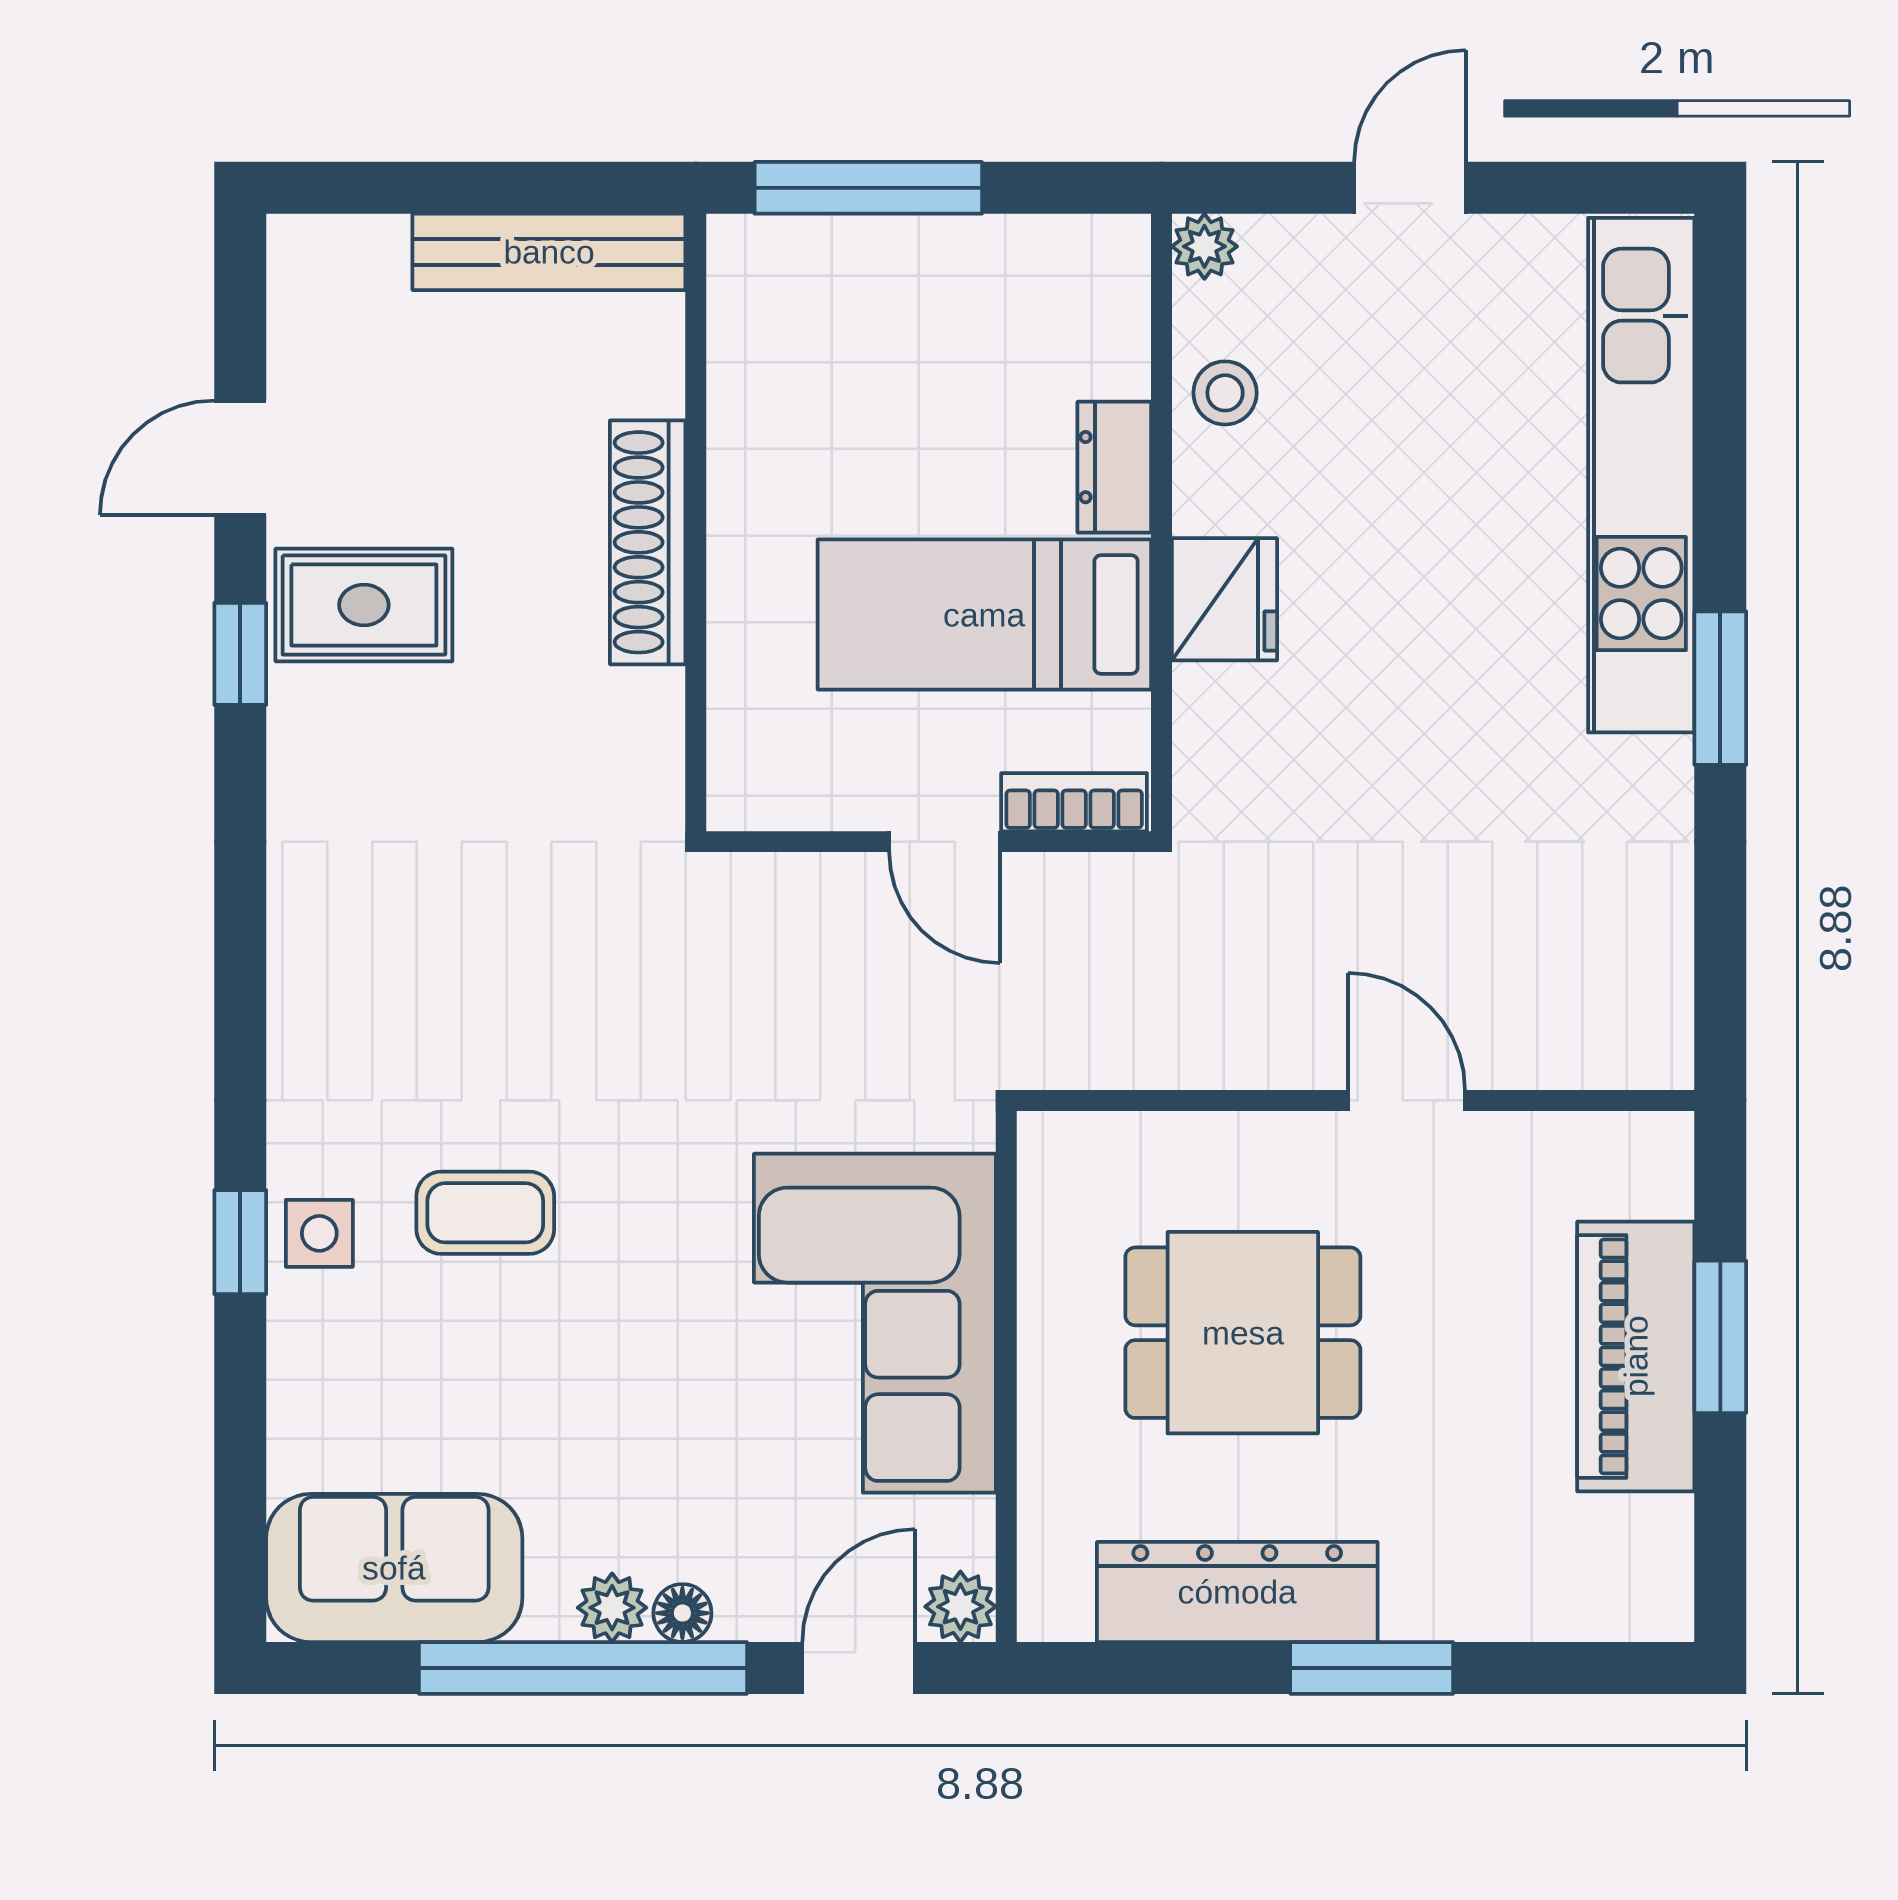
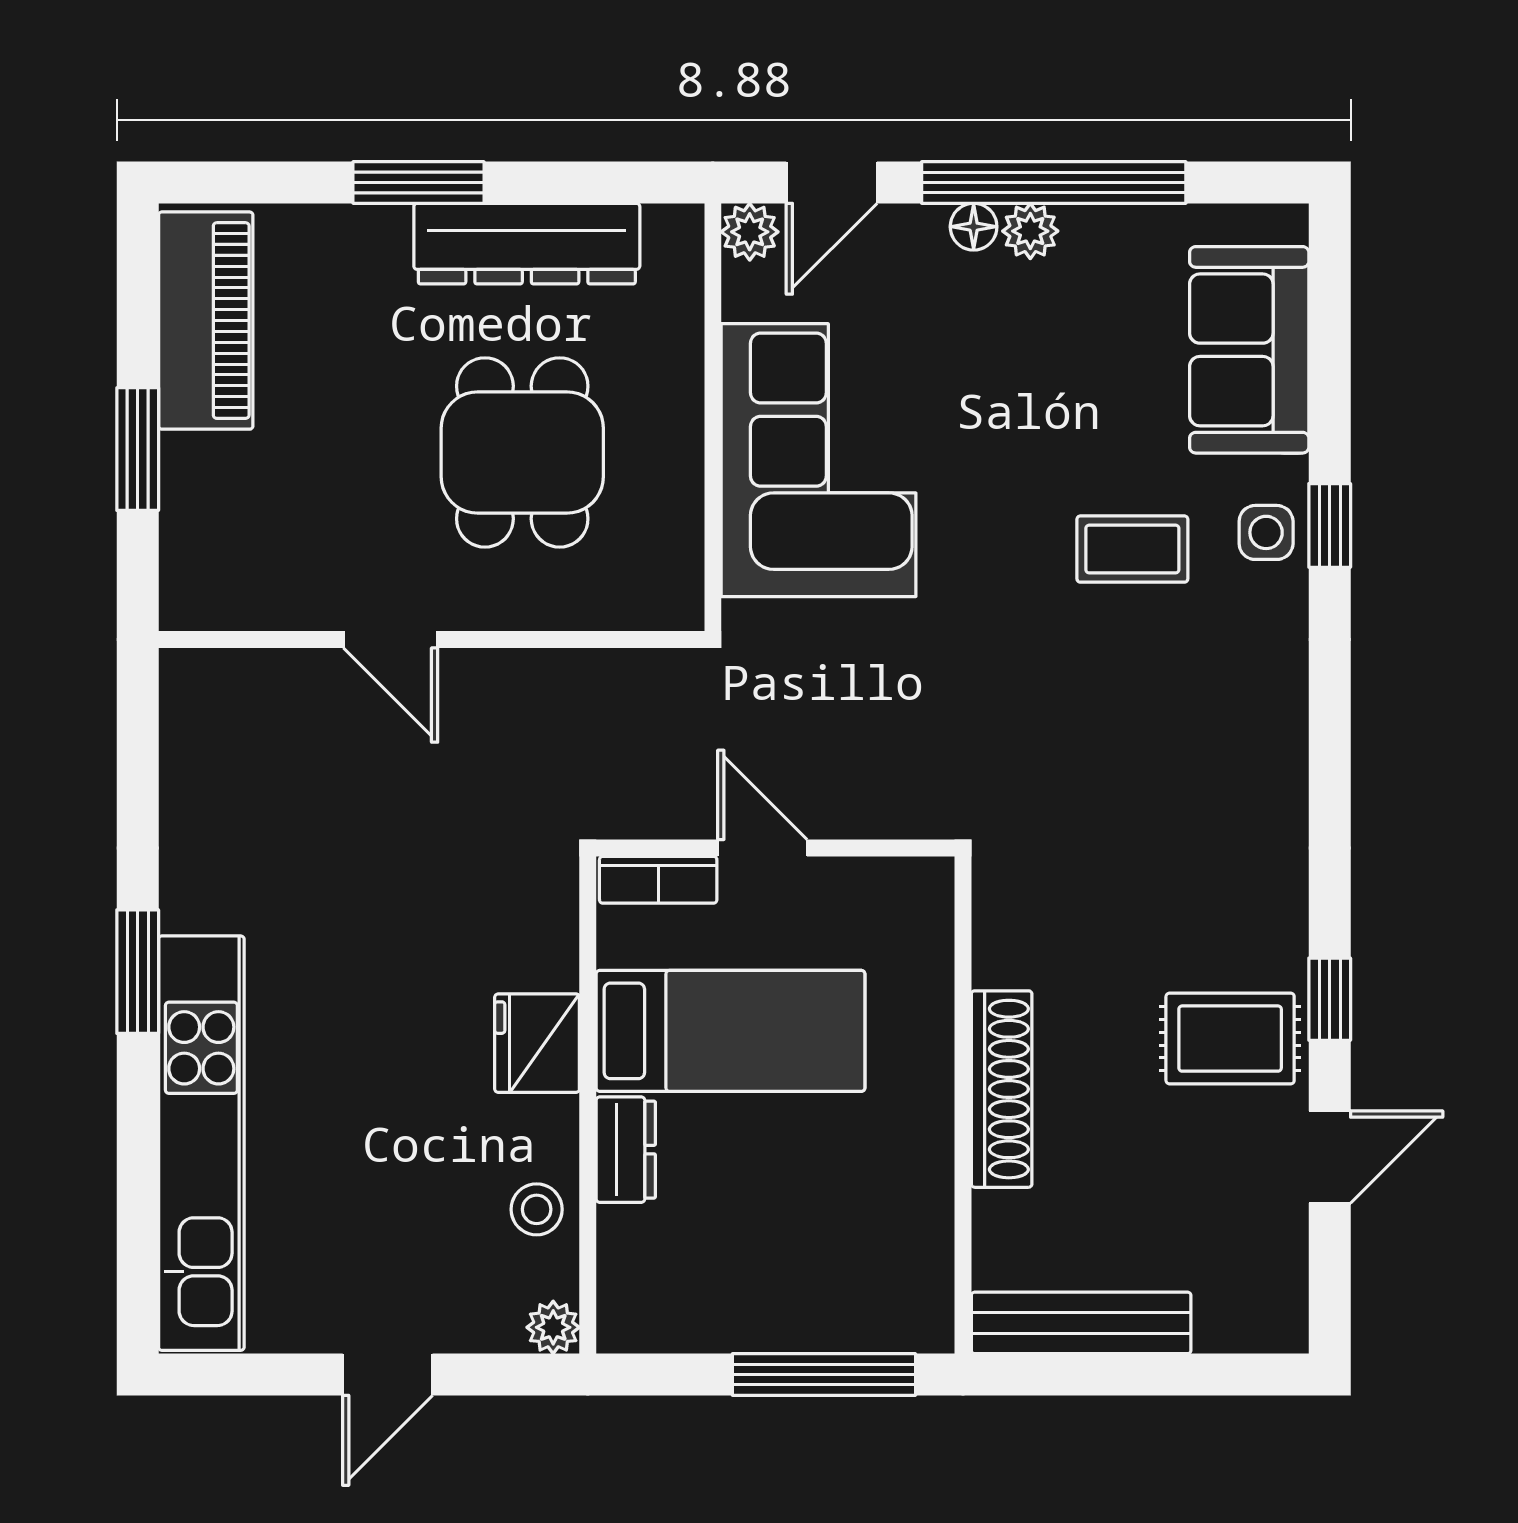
dining table: (1243, 1333) -> (522, 452), turned 90
piano: (1636, 1356) -> (206, 321), moved
sofa: (394, 1568) -> (1249, 350), moved, turned 90

